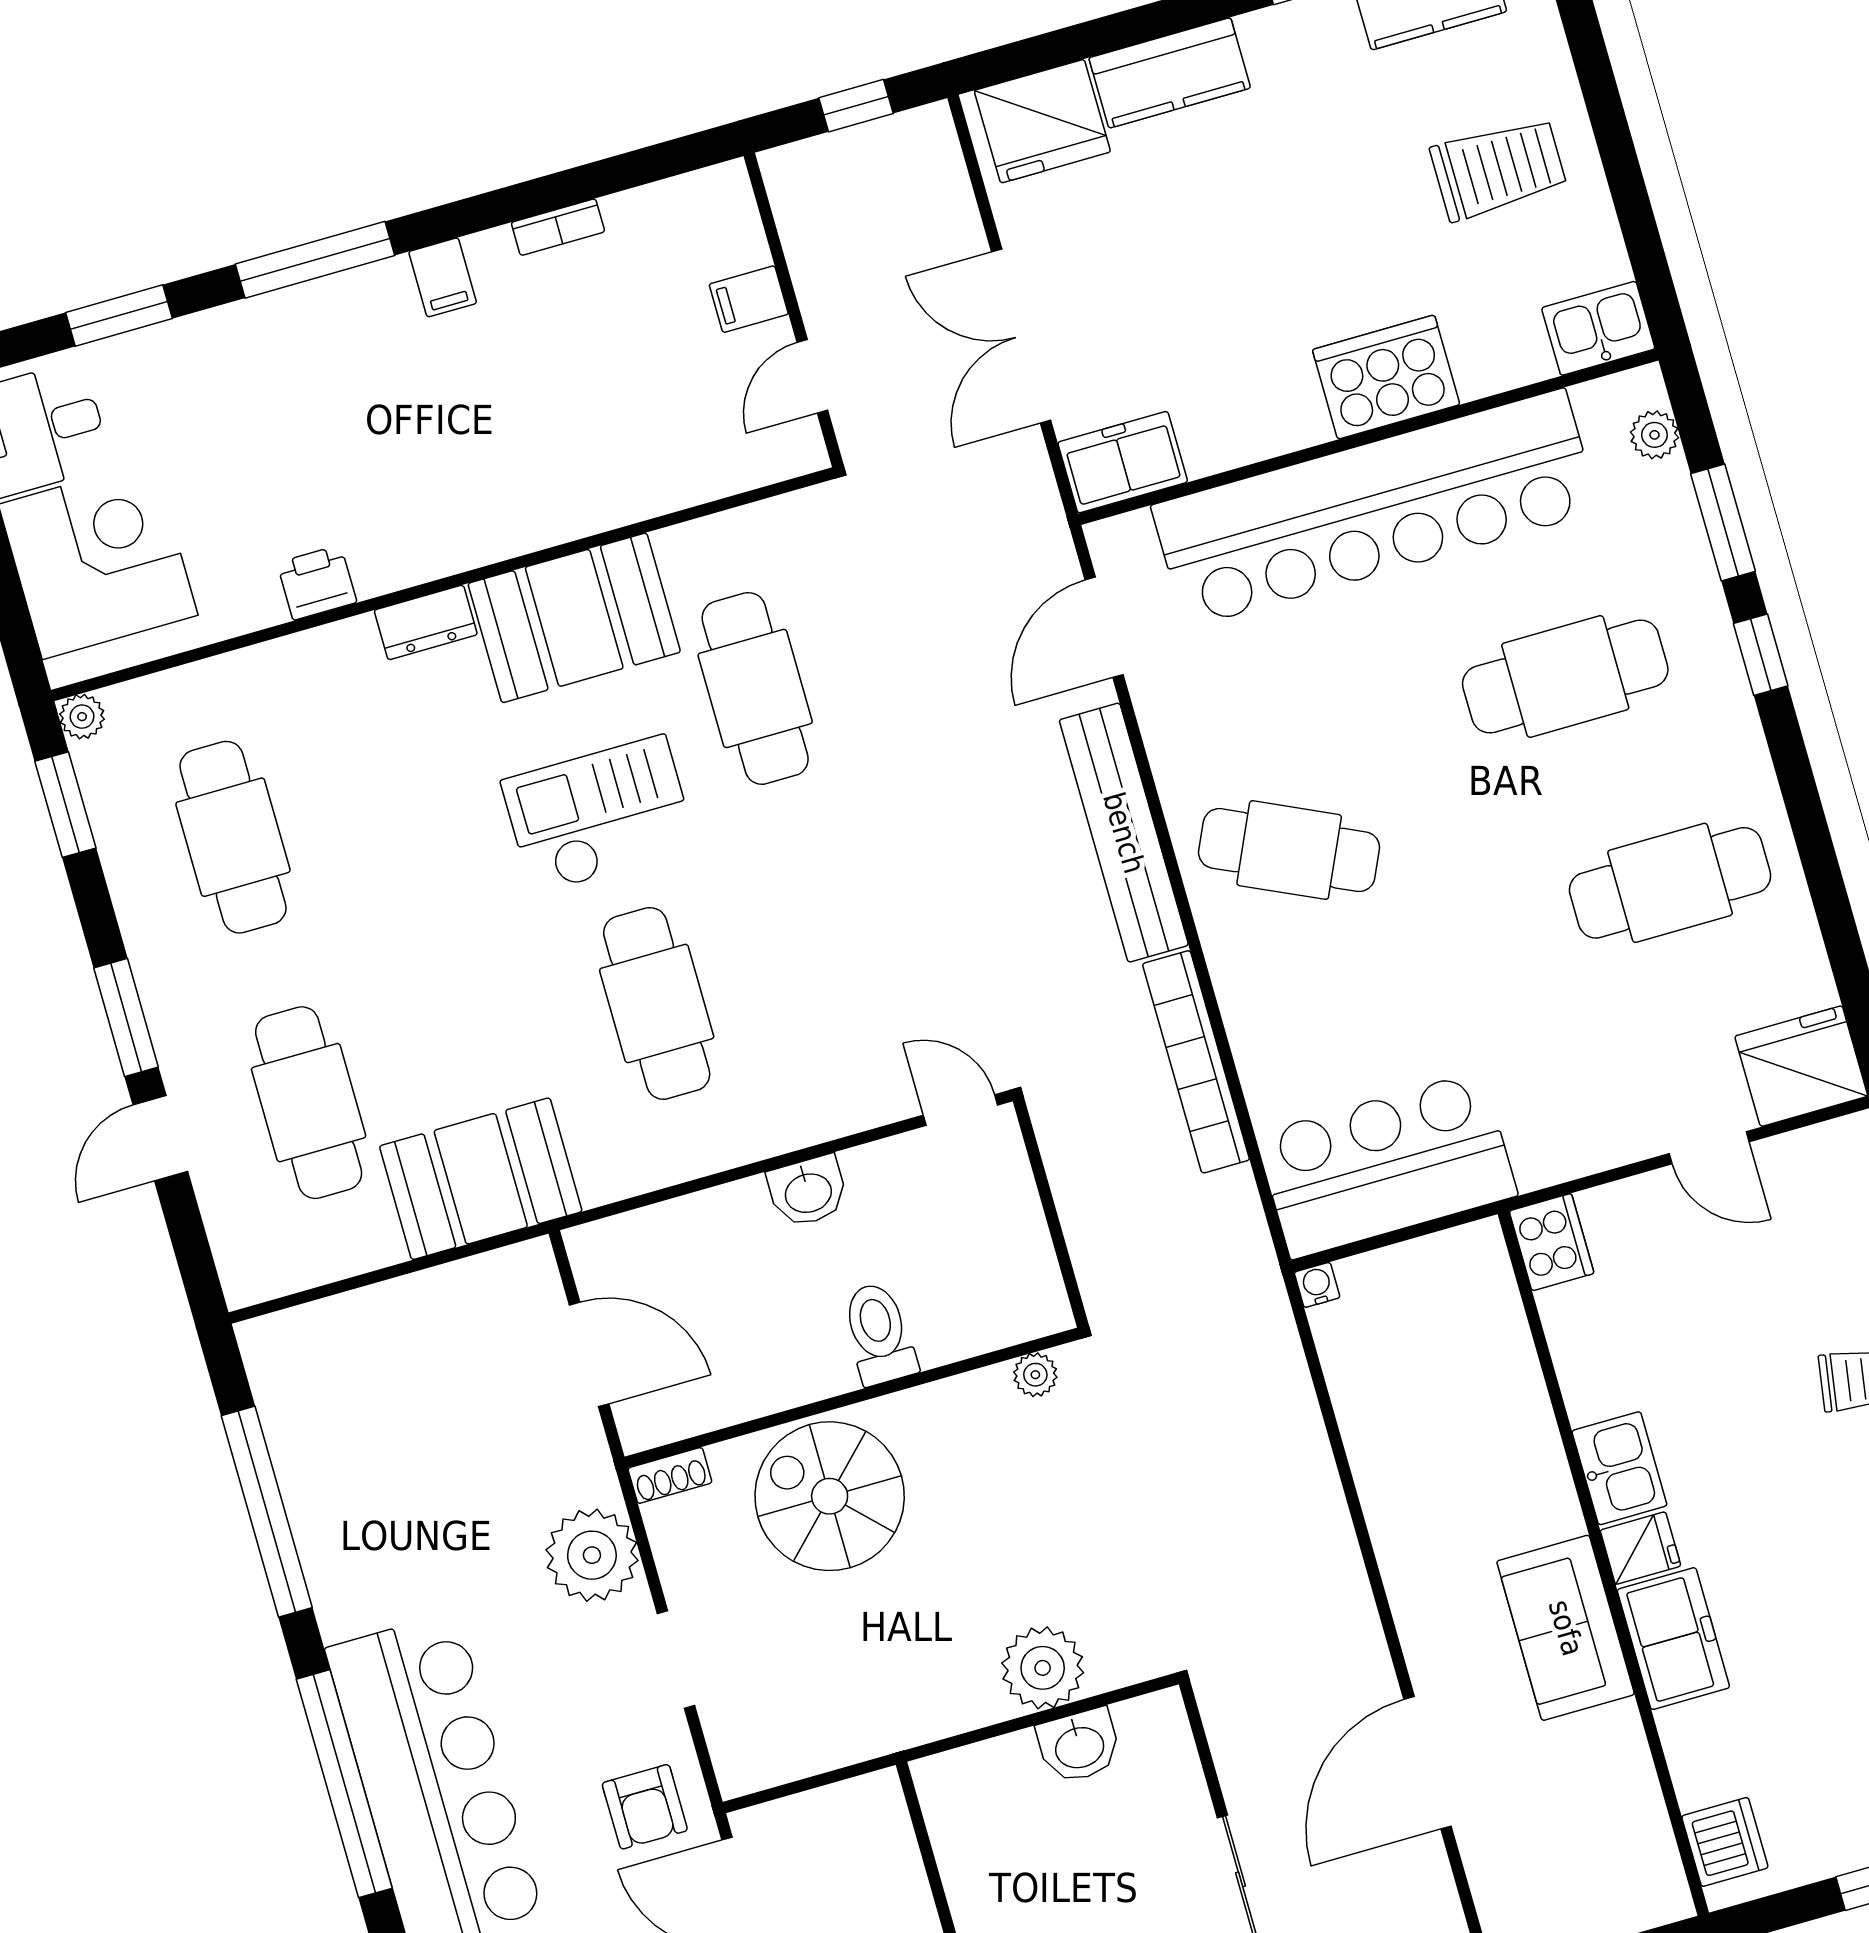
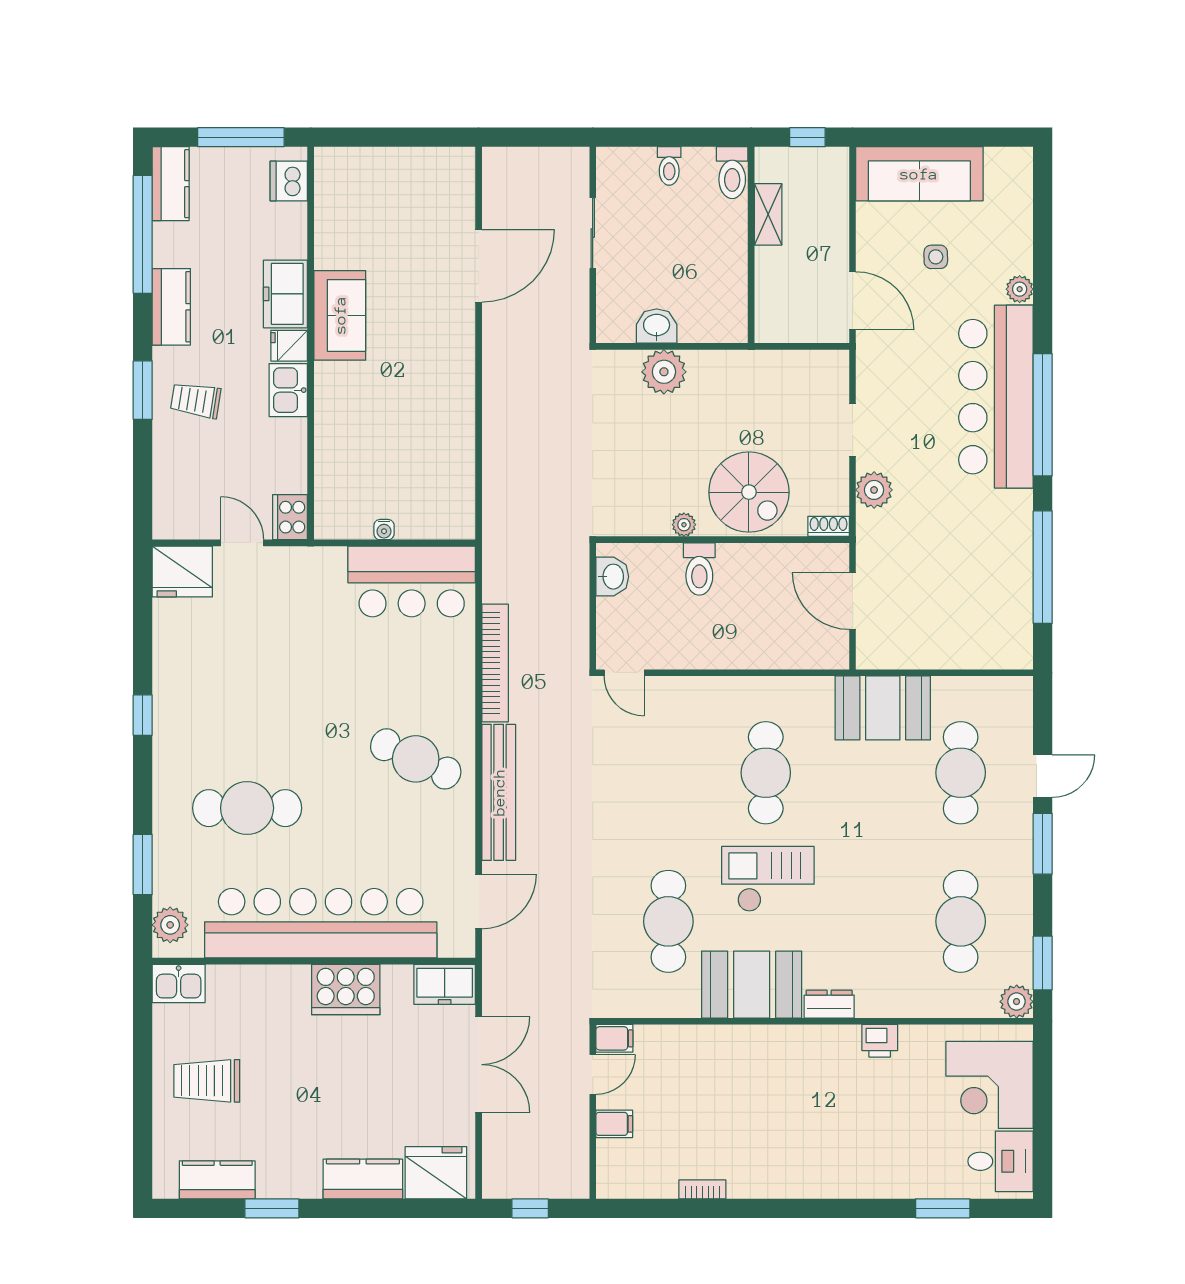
window: (315, 260) -> (833, 1208), removed
filing cabinet: (443, 277) -> (614, 1038), moved, turned 90
cooker: (1386, 377) -> (346, 990), moved
plant: (1654, 435) -> (170, 925), width x1.38, depth x1.38
window: (1761, 655) -> (143, 715), moved
plant: (82, 717) -> (1017, 1002), width x1.38, depth x1.38
checkout: (599, 815) -> (768, 879), turned 180
cafe table: (1670, 883) -> (223, 686), removed
washbasin: (808, 1191) -> (612, 577), moved, turned 90
cooker: (1552, 1242) -> (290, 517), moved
water cooler: (1317, 1285) -> (384, 530), moved
plant: (1035, 1375) -> (684, 525), moved
kitchen sink: (1619, 1468) -> (288, 390), moved
fridge: (1640, 1548) -> (289, 346), moved
plant: (592, 1555) -> (874, 490), width x0.73, depth x0.73
wall: (1603, 1563) -> (311, 343), moved
sofa: (1566, 1628) -> (340, 315), moved
freezer: (1673, 1639) -> (285, 294), moved
armchair: (645, 1807) -> (890, 359), removed
dishwasher: (1725, 1842) -> (289, 181), moved

